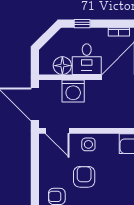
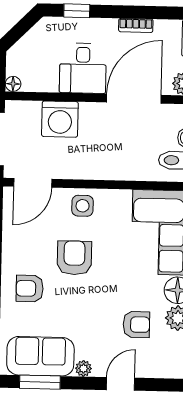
floor lamp: (62, 66) -> (13, 84), moved, width x0.53, depth x0.53
door: (57, 131) -> (33, 183), hinge flipped

